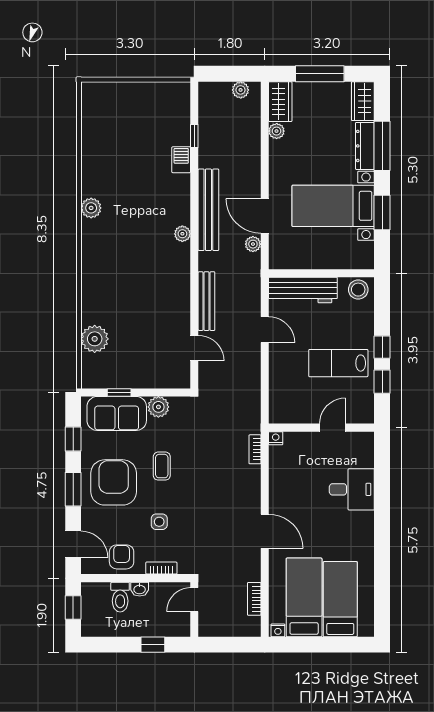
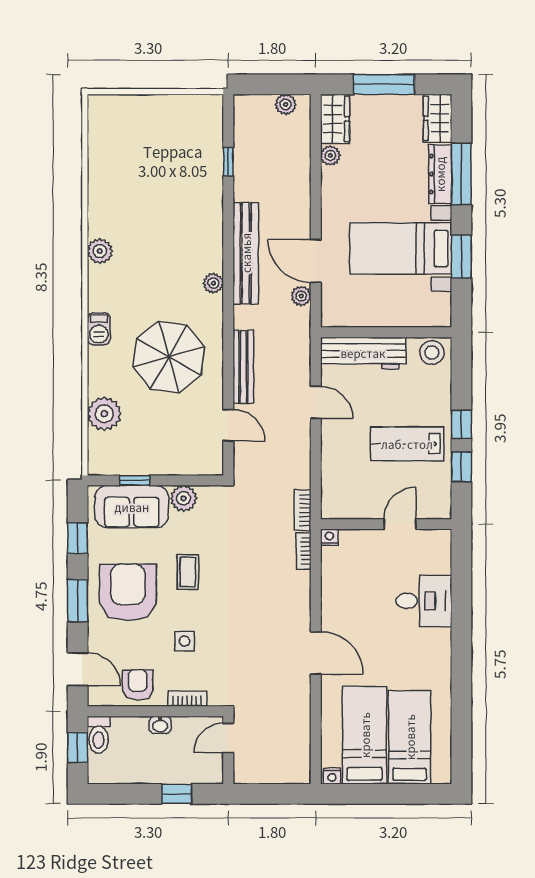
barbecue: (181, 160) -> (99, 329), moved, turned 180
parasol: (146, 293) -> (169, 357), added
toilet: (120, 597) -> (99, 735), moved
bookcase: (254, 599) -> (303, 510), moved

